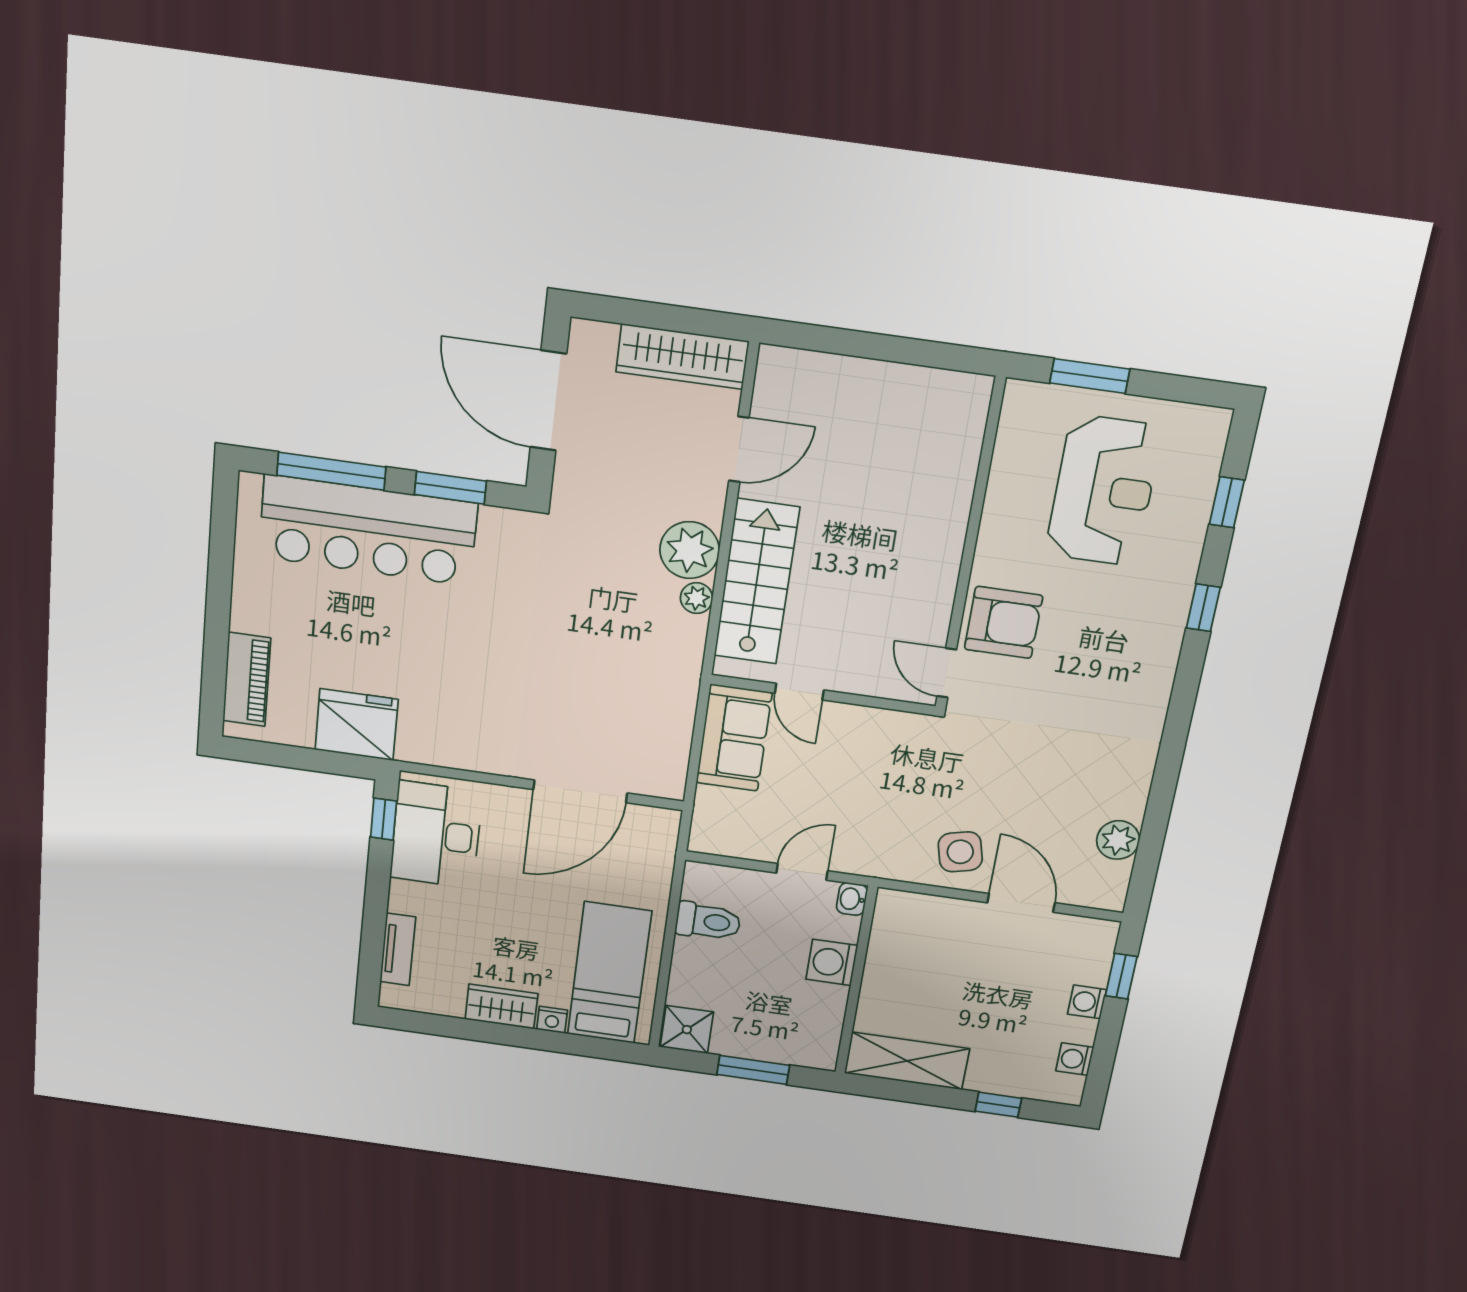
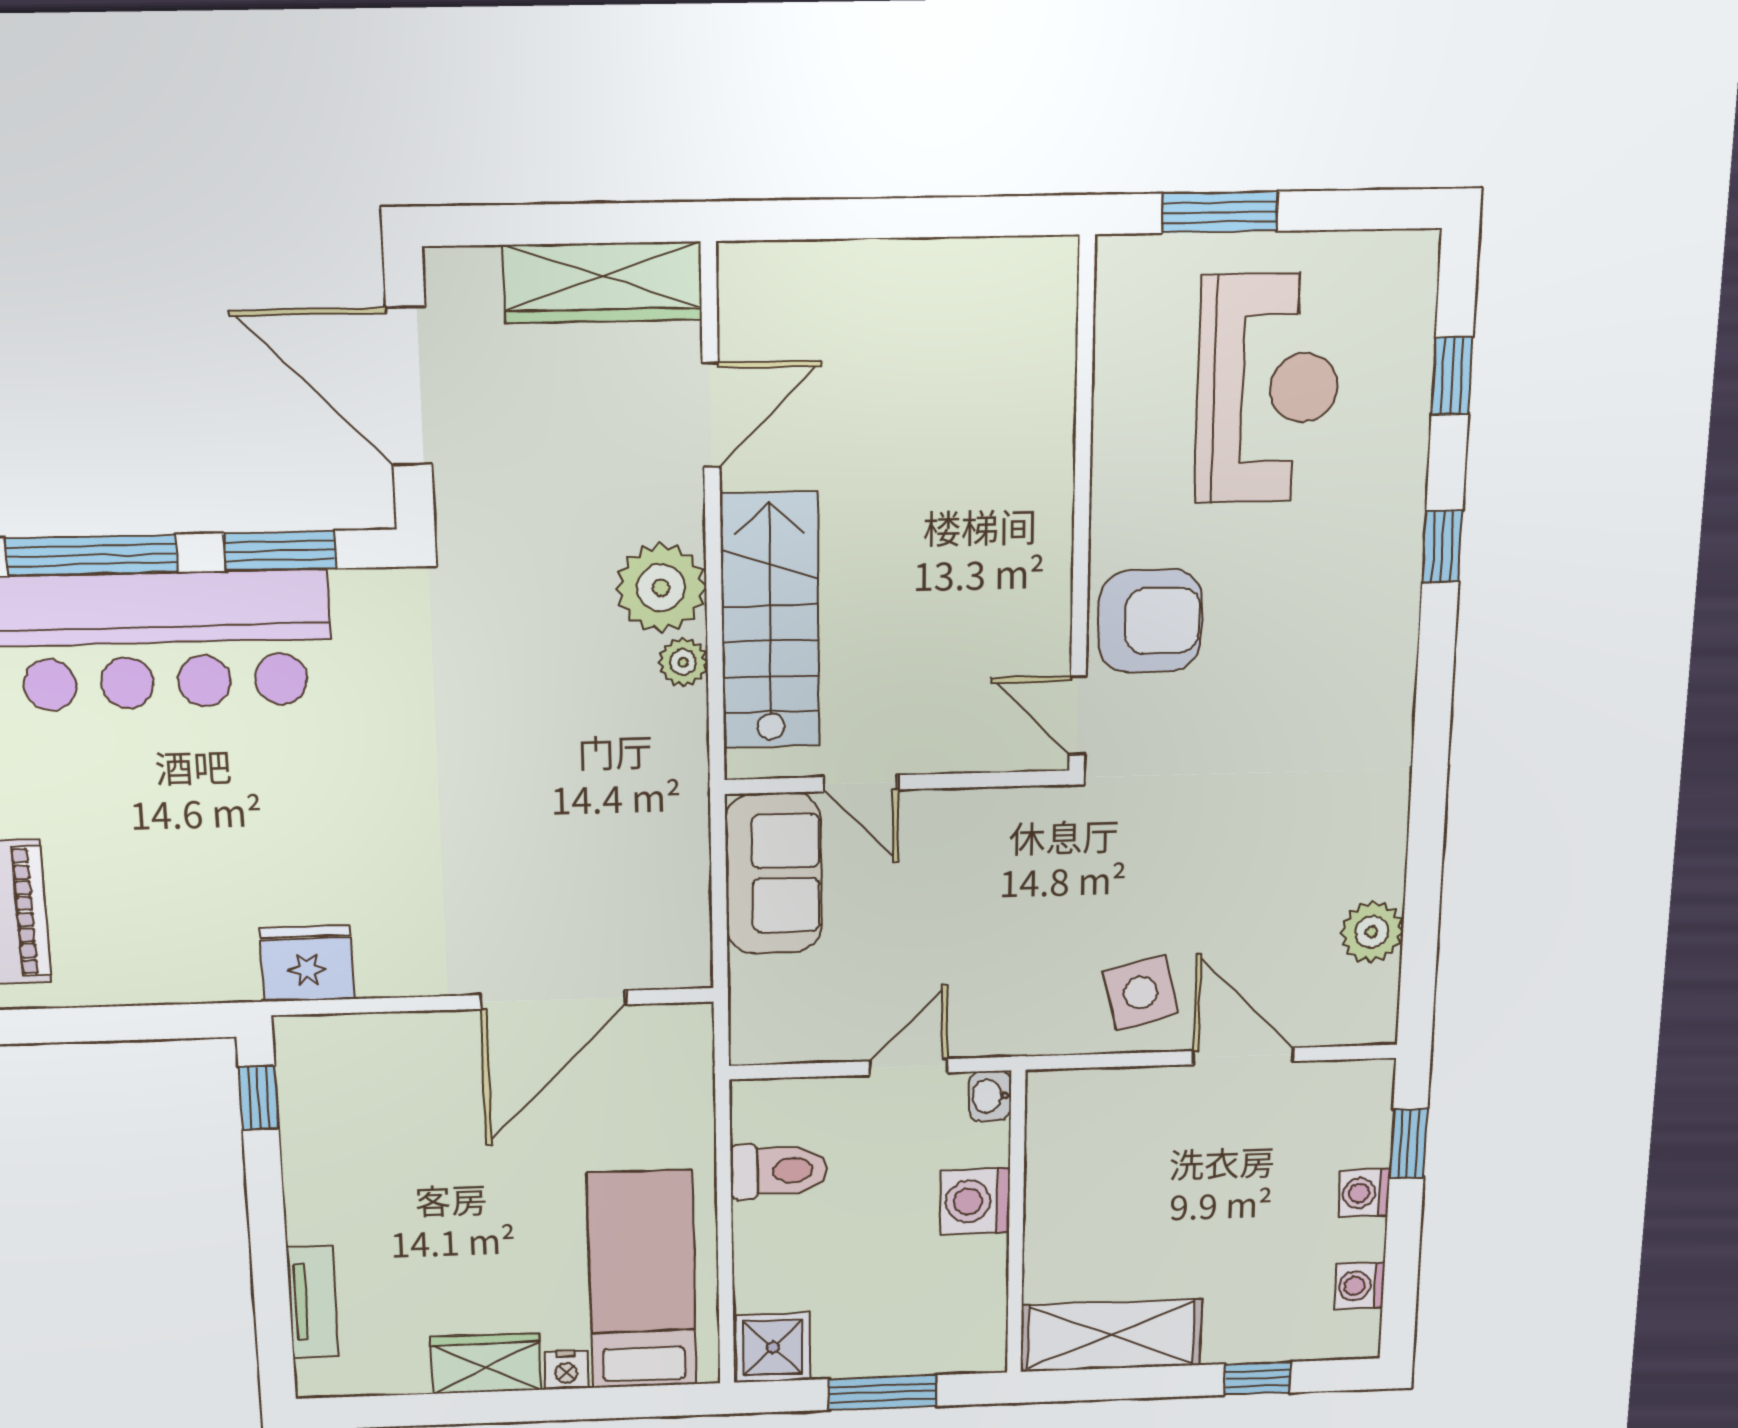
fridge: (357, 725) -> (307, 964), moved, width x0.73, depth x0.75
desk: (436, 835) -> (343, 1108), removed

